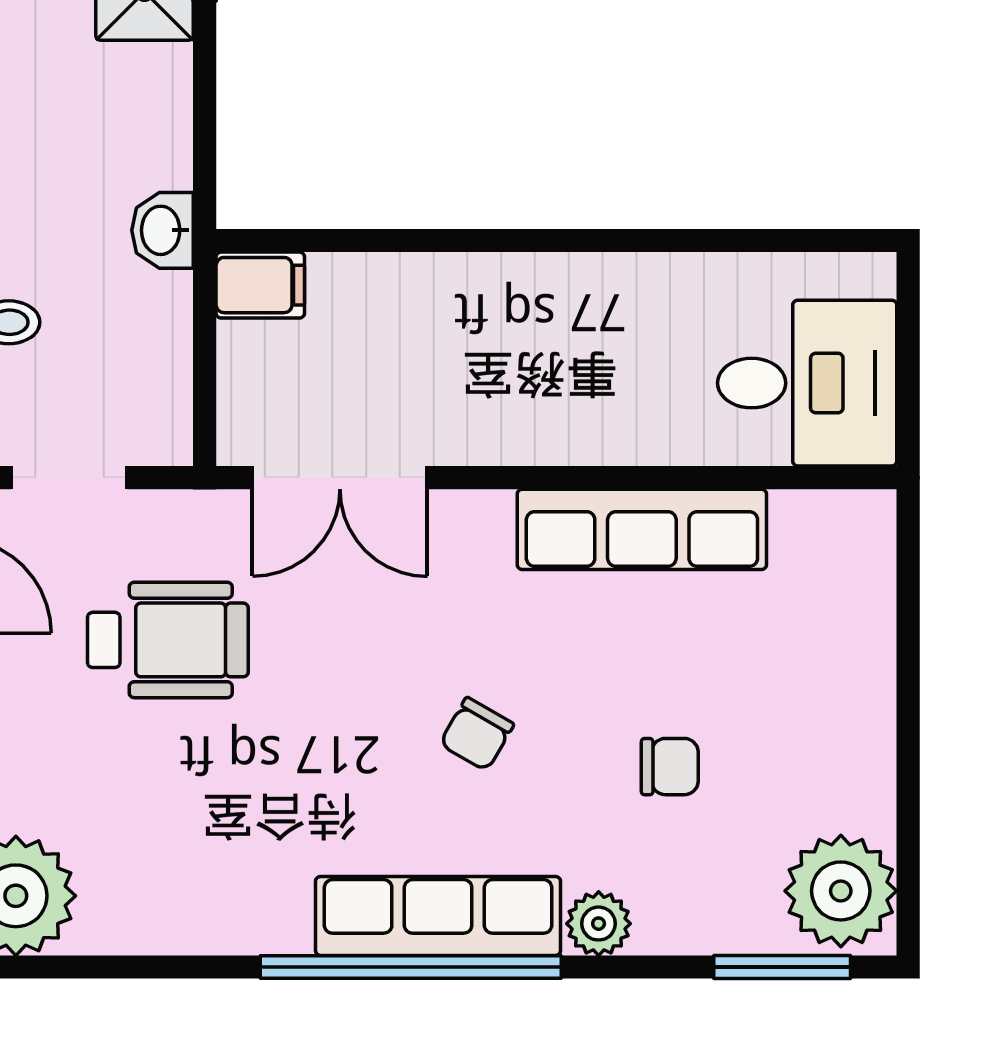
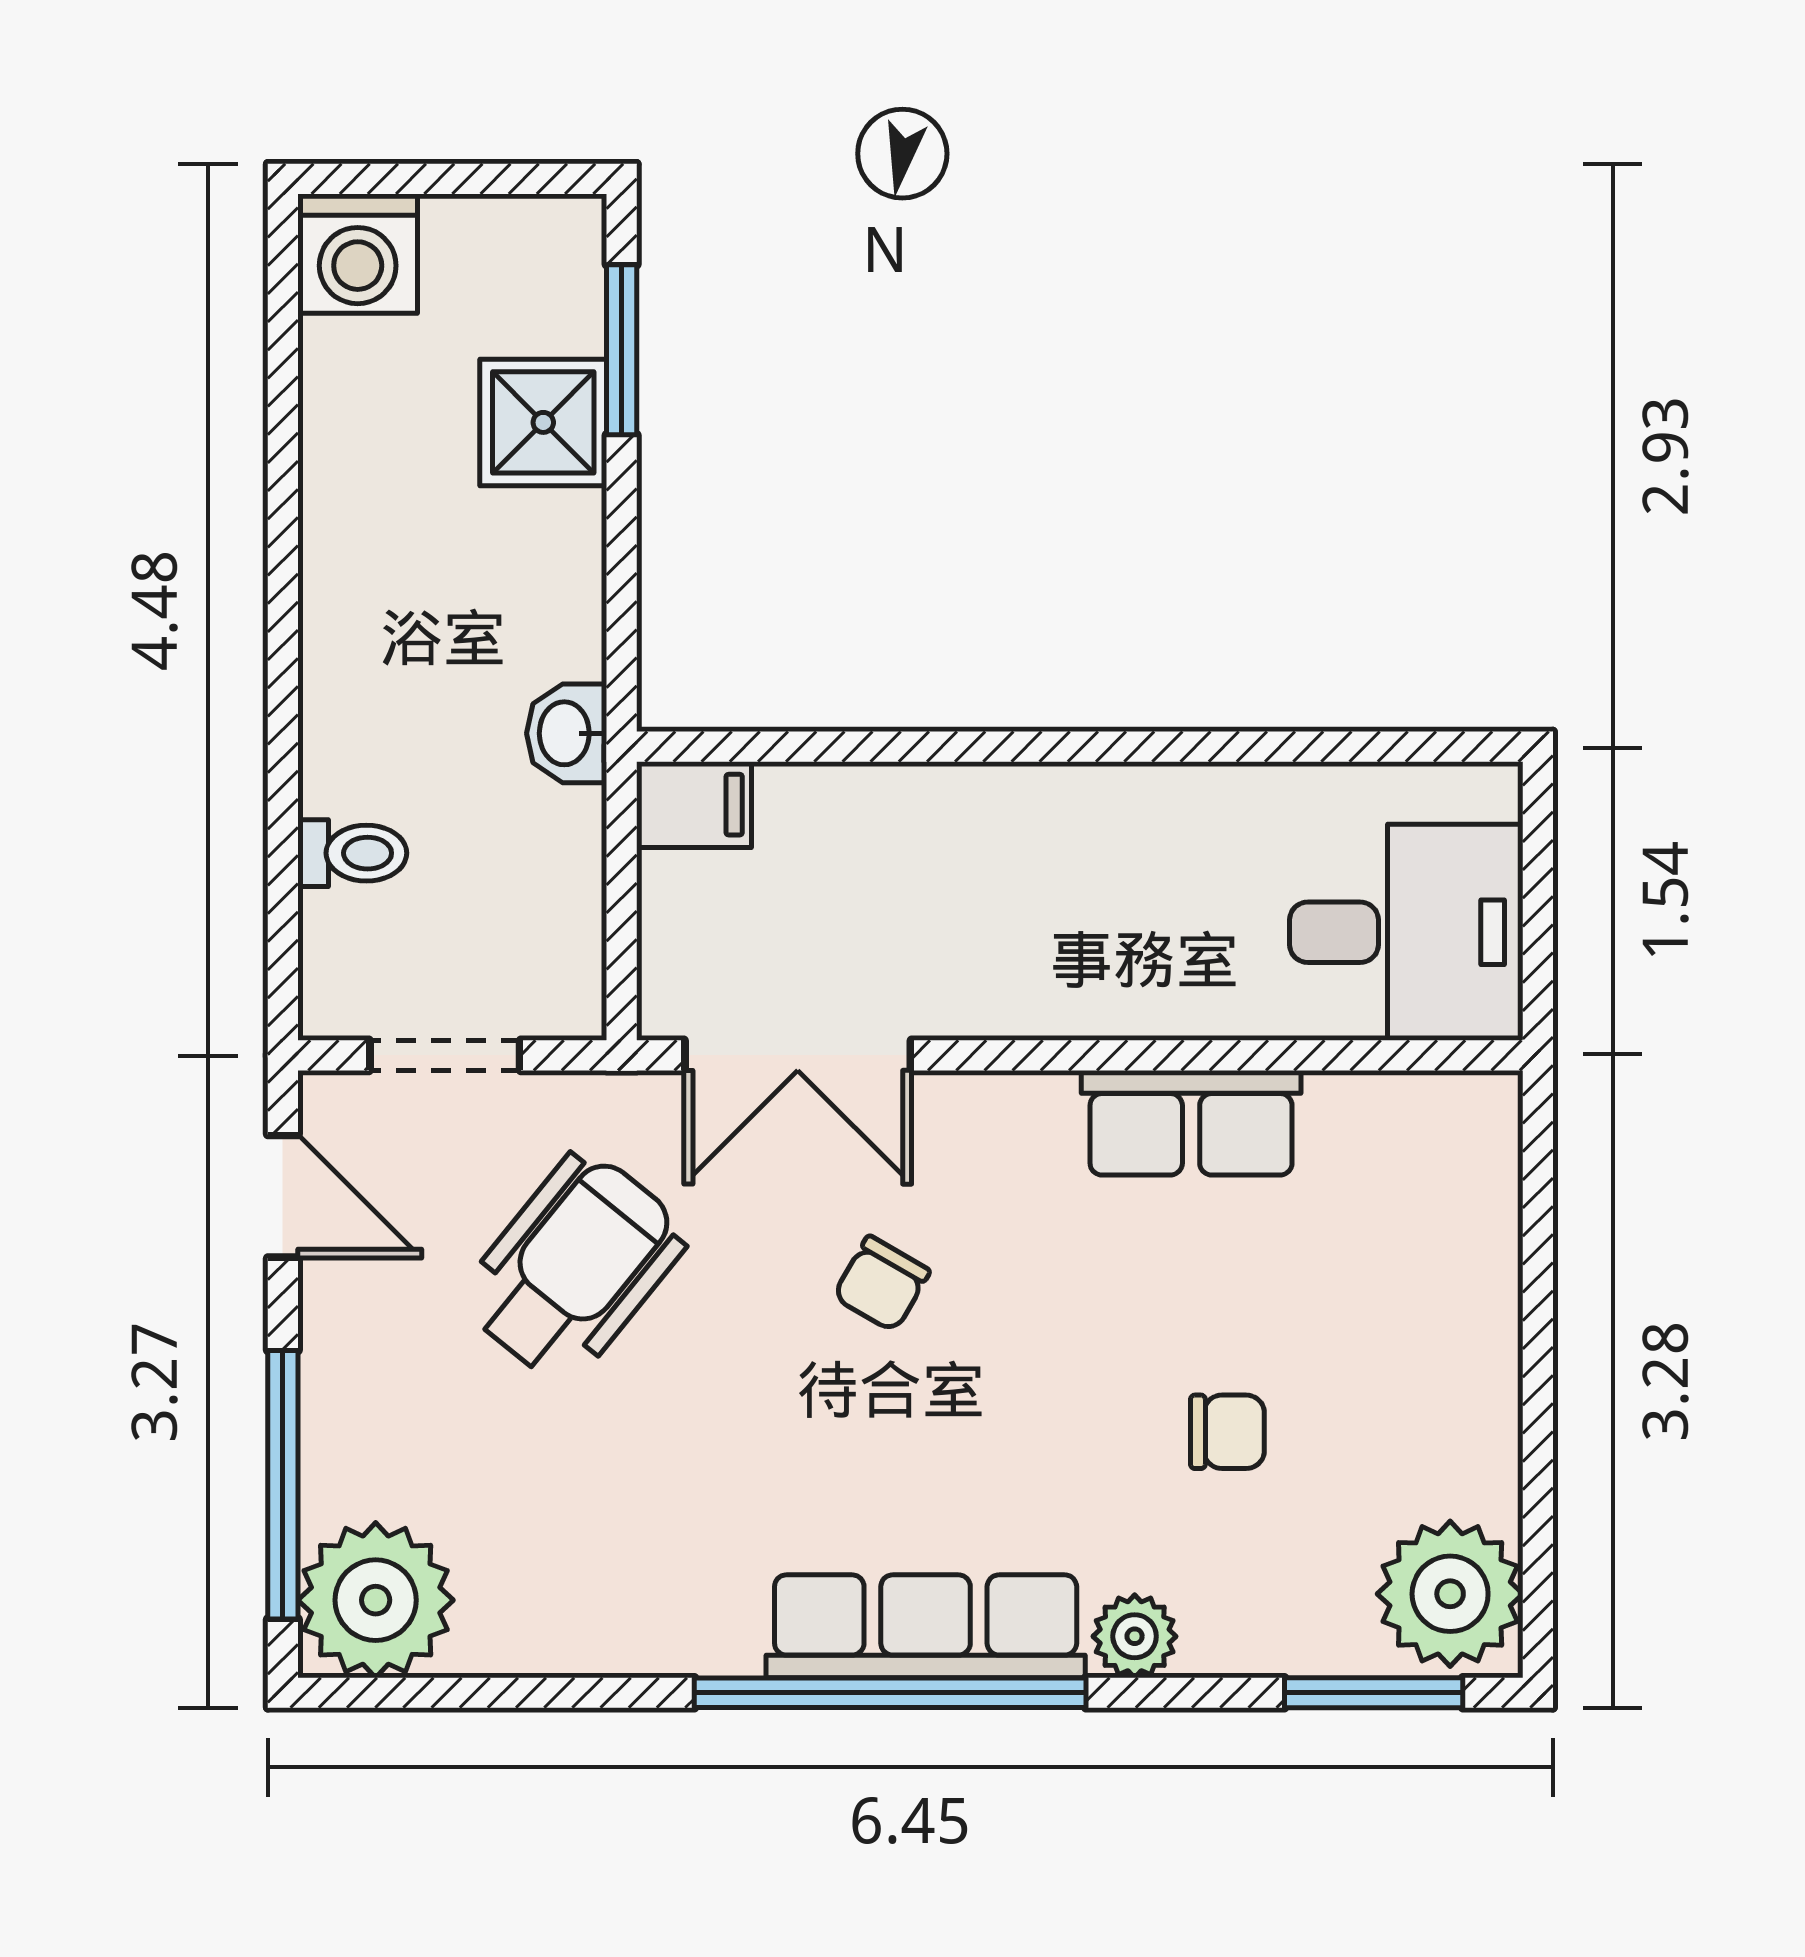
row of seats: (642, 529) -> (1191, 1123), width x0.68
wheelchair: (168, 640) -> (574, 1267), turned -51
chair: (477, 734) -> (881, 1284), moved

